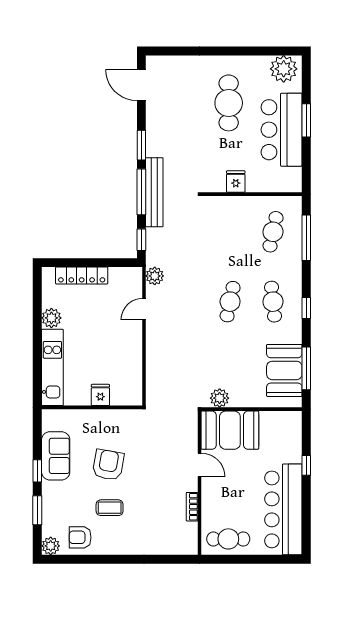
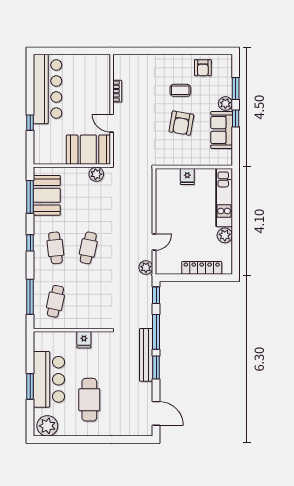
bench: (154, 192) -> (146, 355), moved
armchair: (80, 537) -> (203, 68), turned 90
cafe table: (228, 539) -> (90, 66), removed
plant: (51, 546) -> (225, 103), moved

